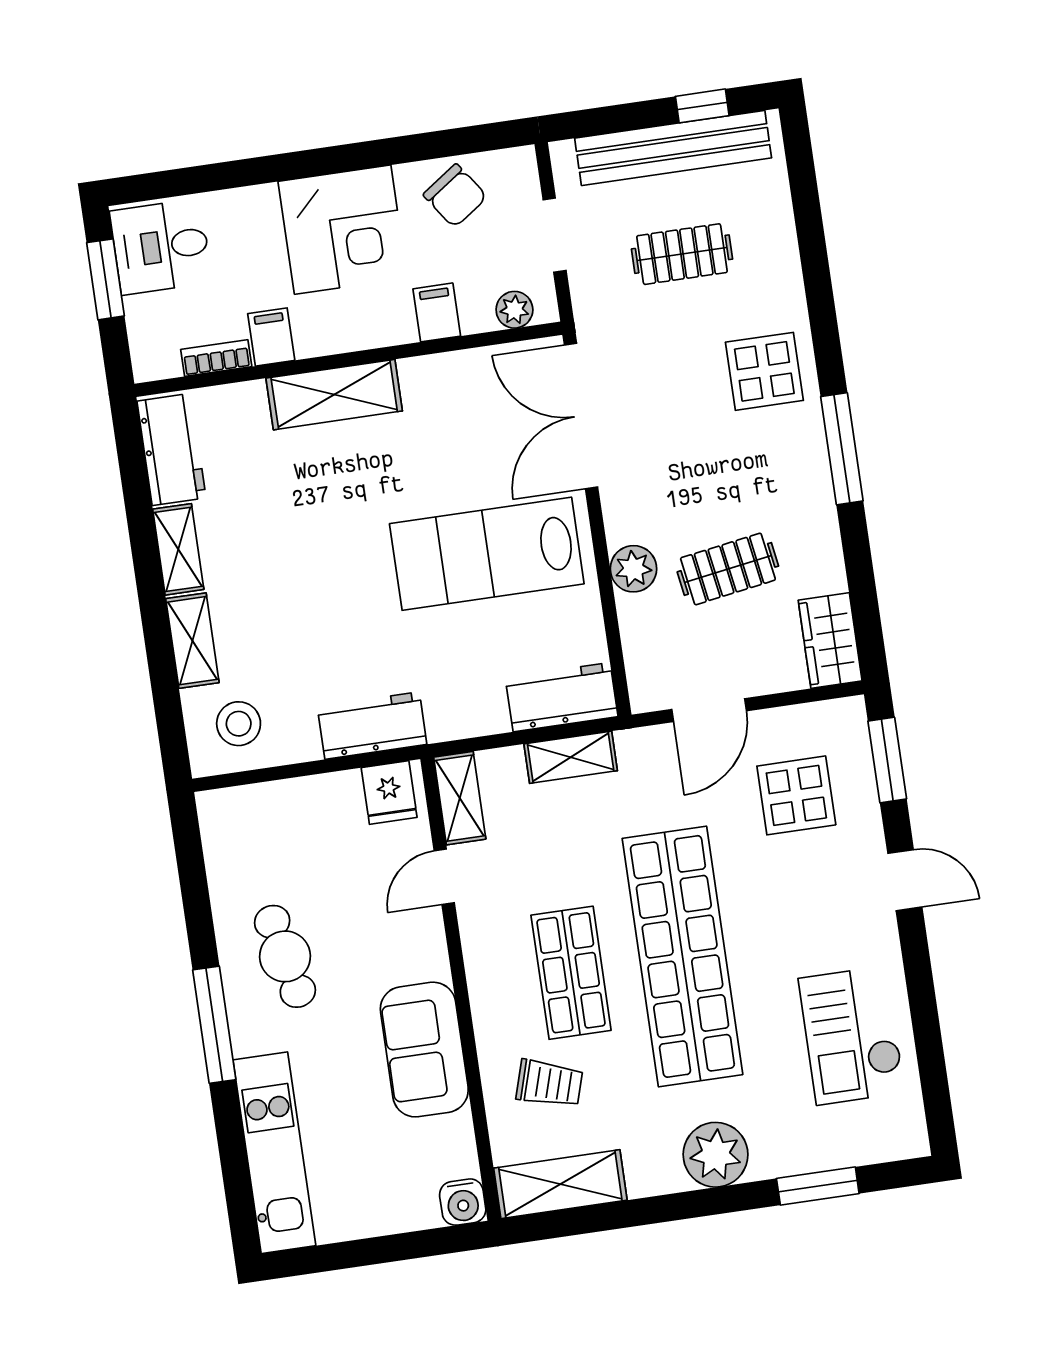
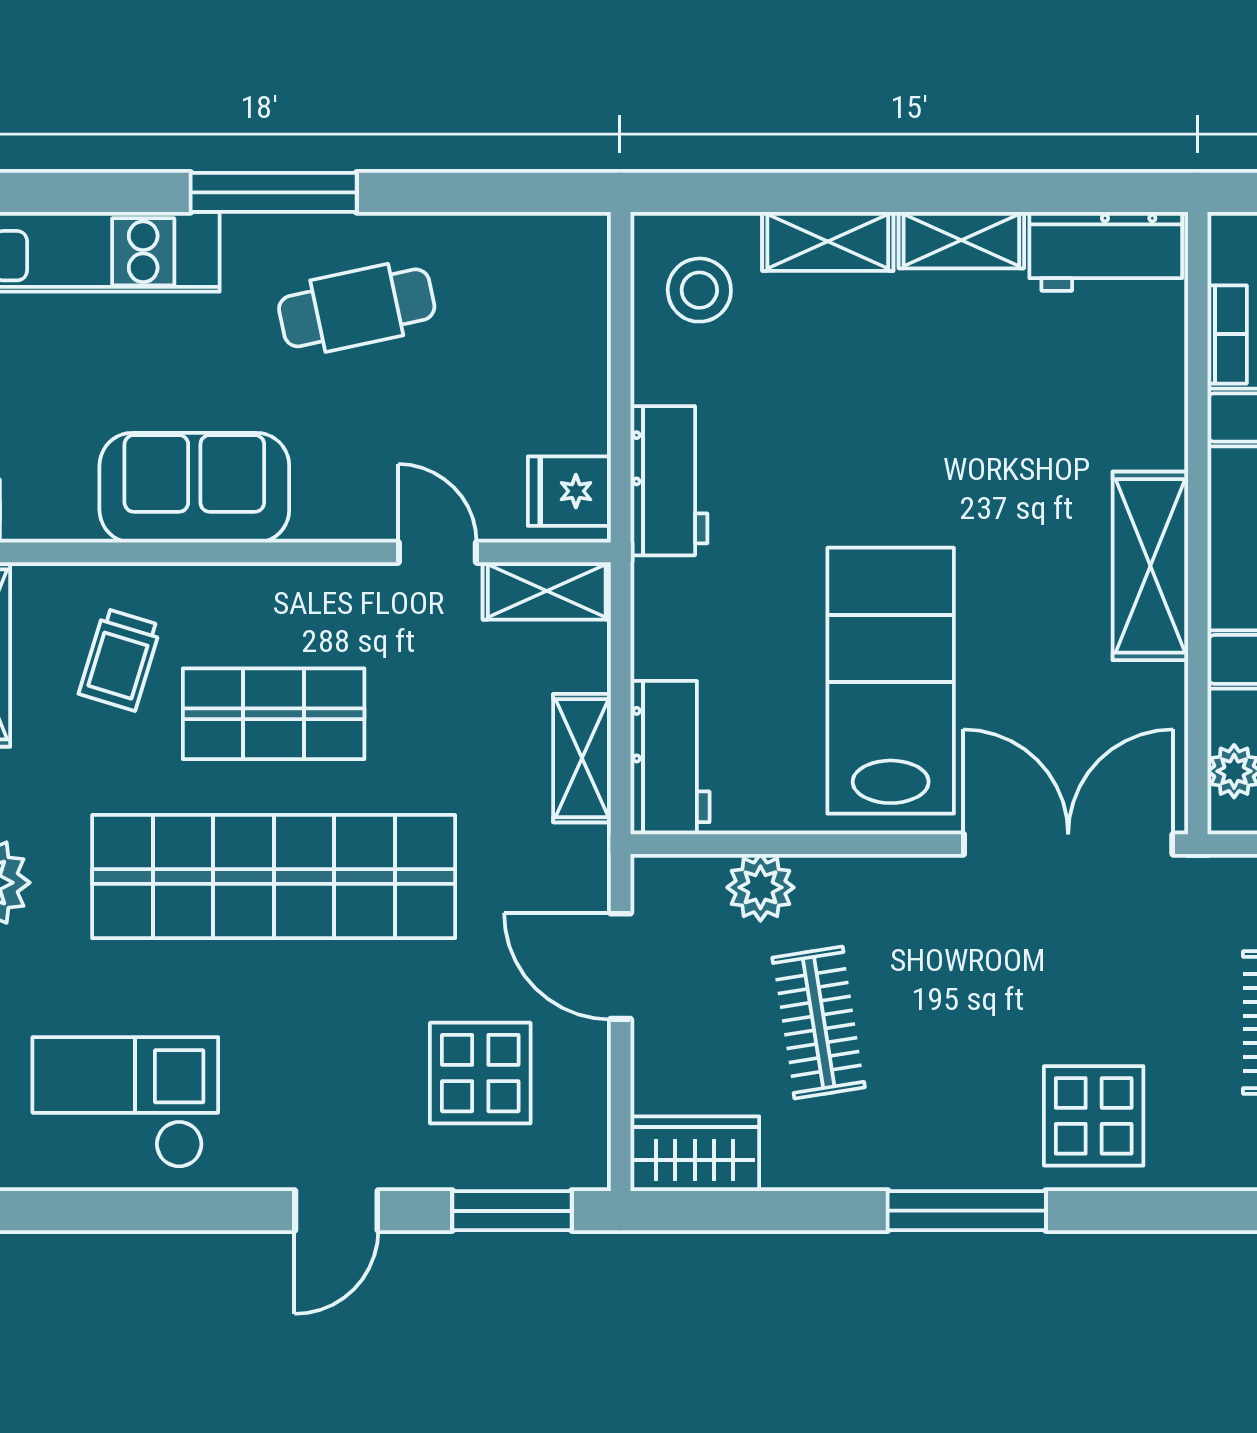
shelving: (334, 395) -> (1150, 566), moved
plant: (633, 569) -> (760, 887), moved

